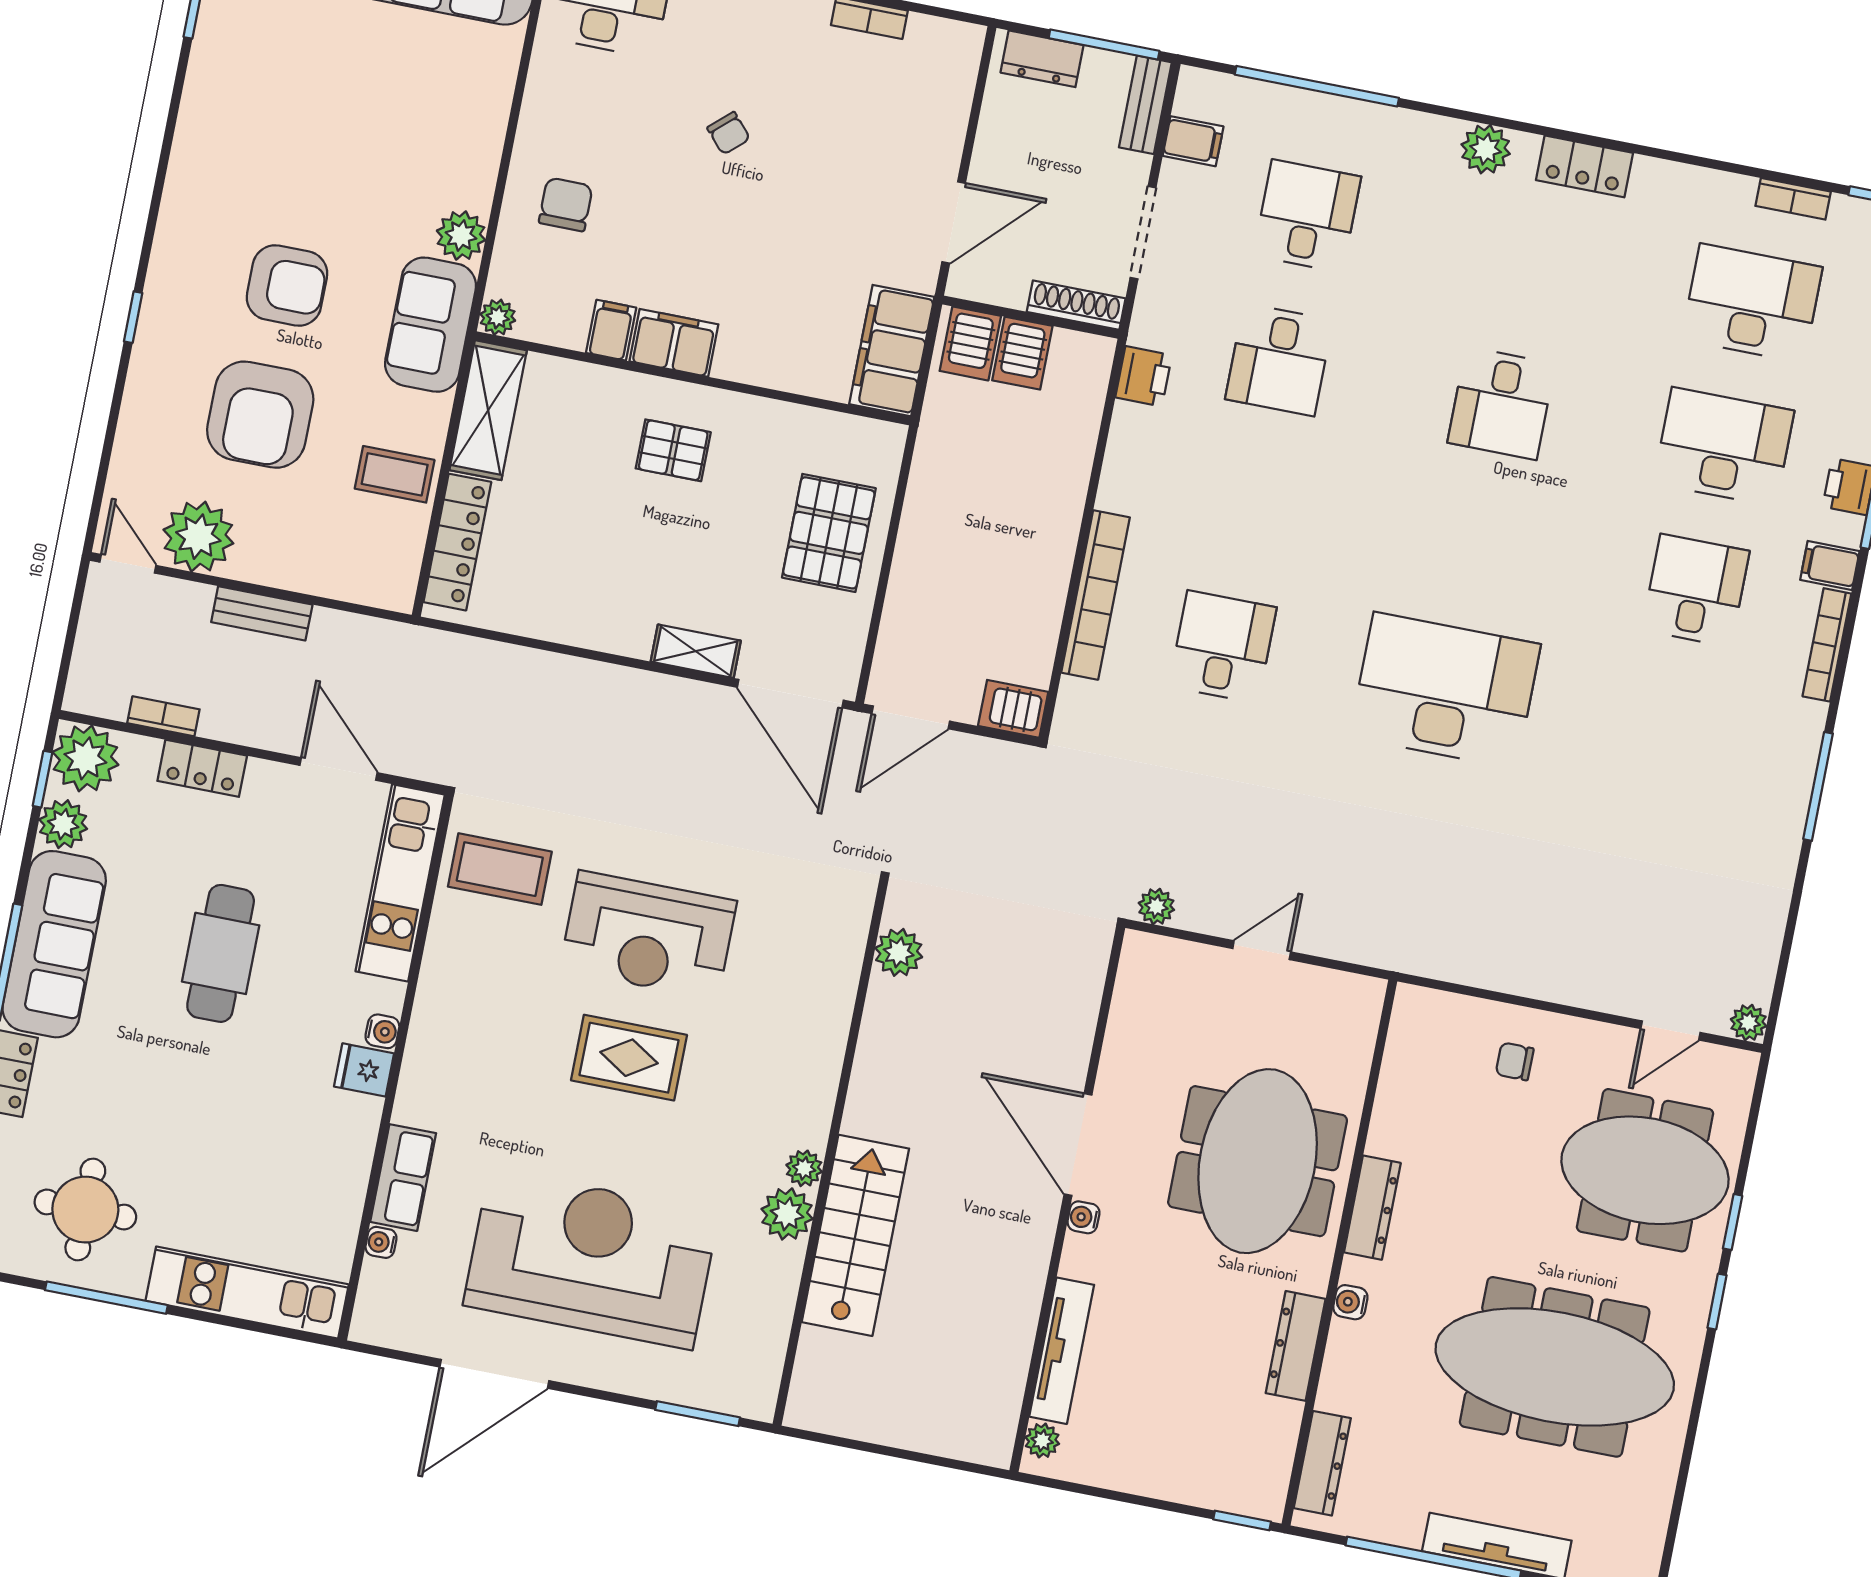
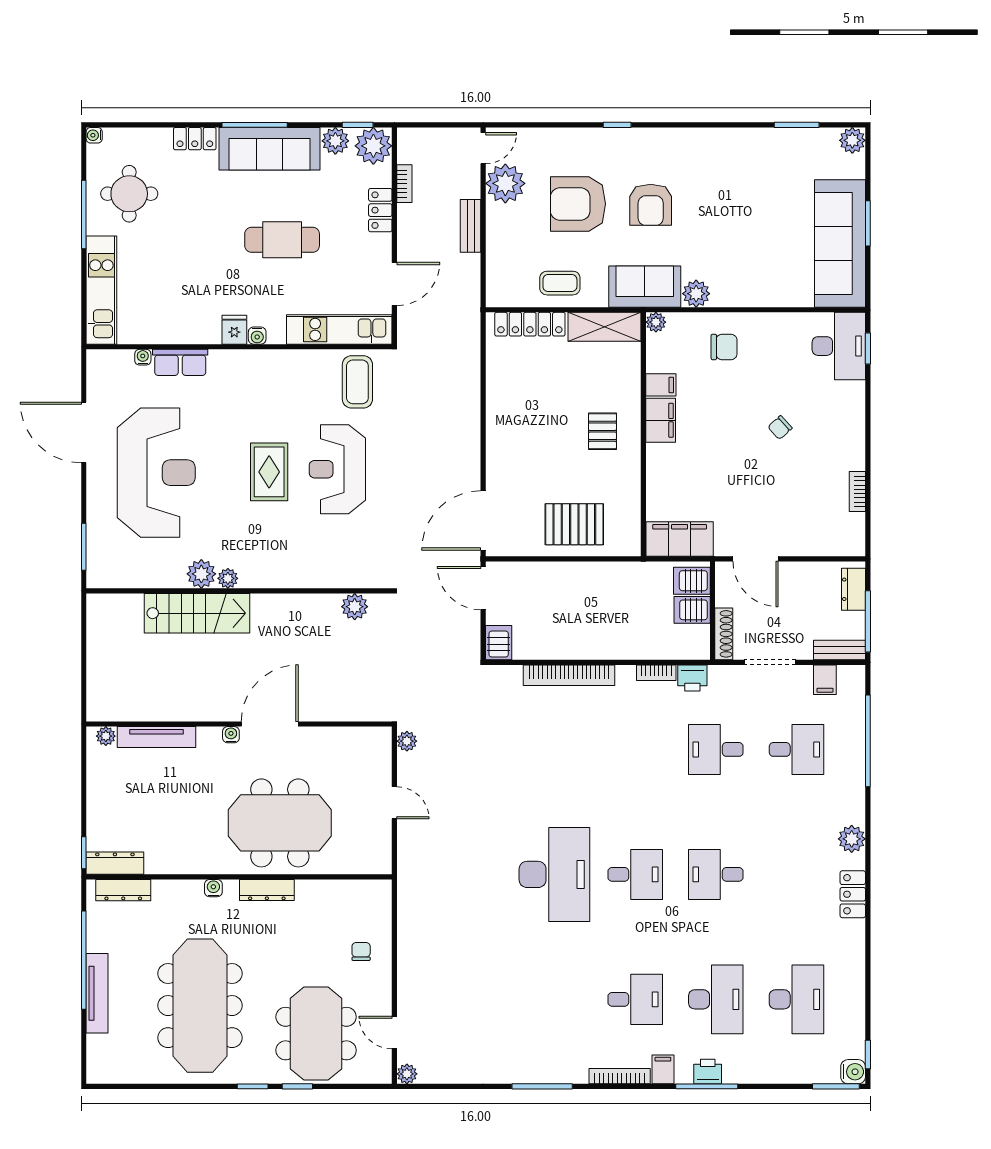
bookcase: (1793, 199) -> (656, 673), moved, turned -90
coffee table: (395, 474) -> (560, 283), turned 90
desk: (1223, 647) -> (635, 874), moved
shelving: (696, 651) -> (496, 465), removed
dresser: (1296, 1346) -> (115, 863), moved

